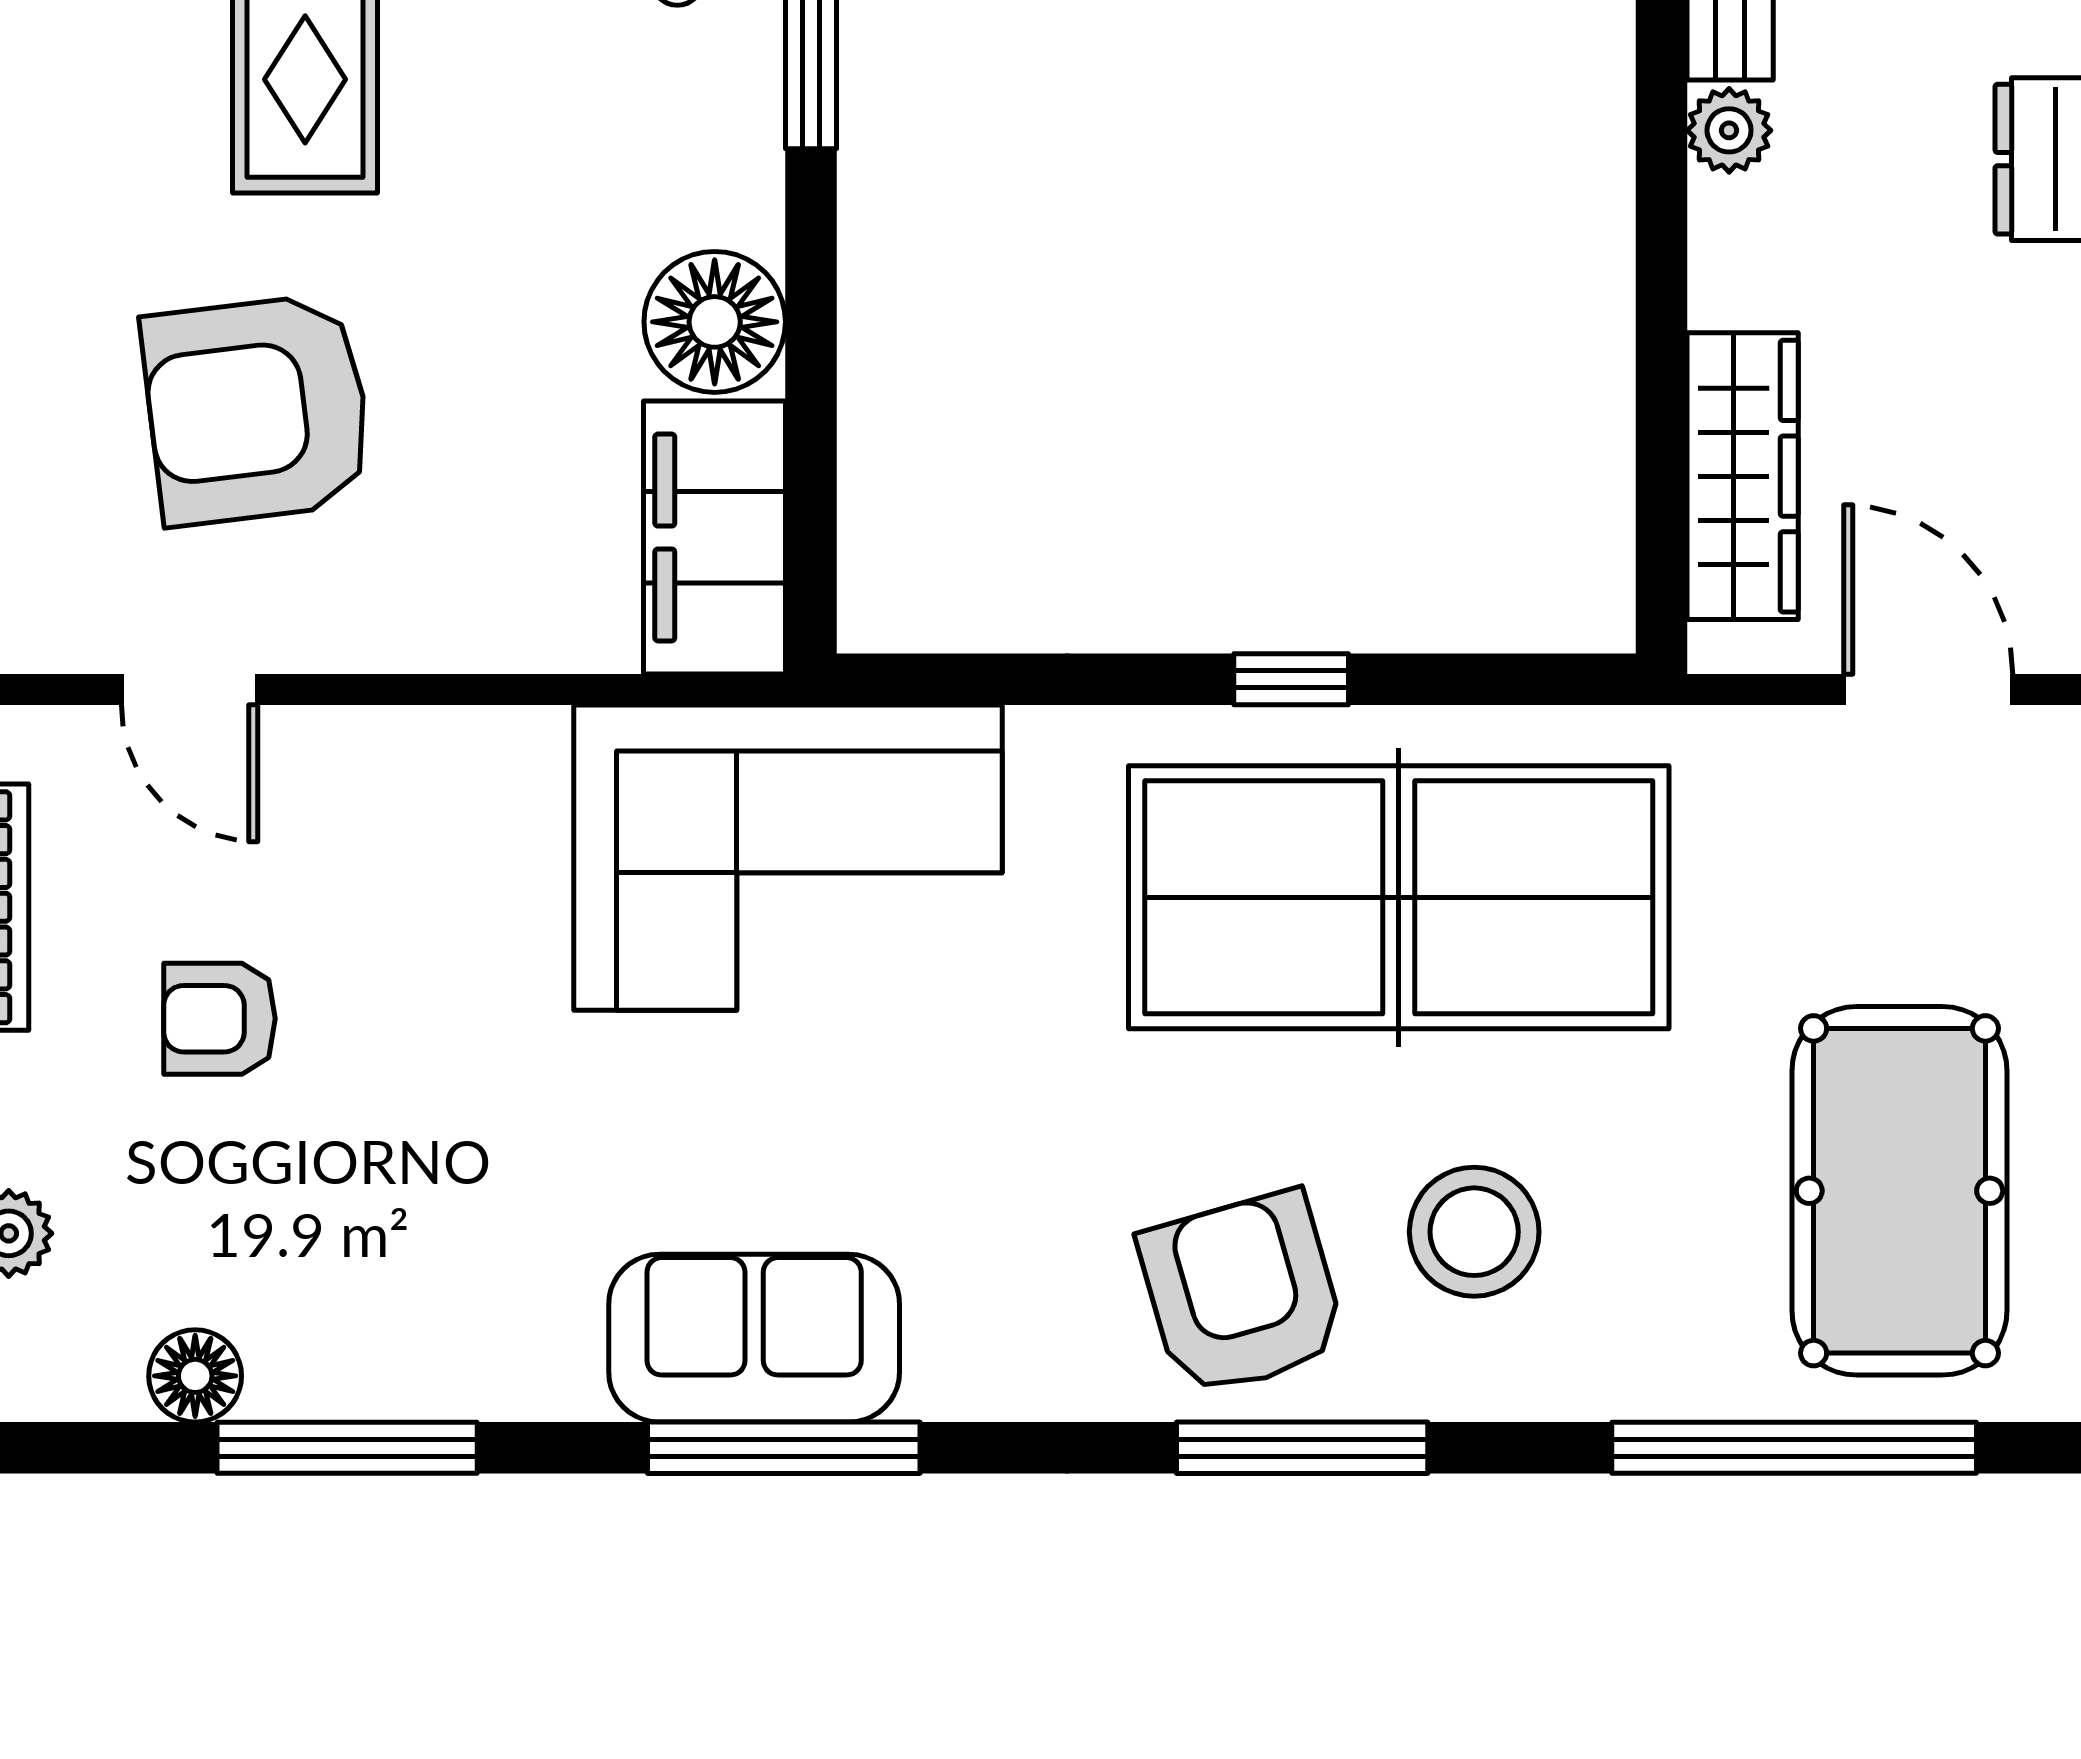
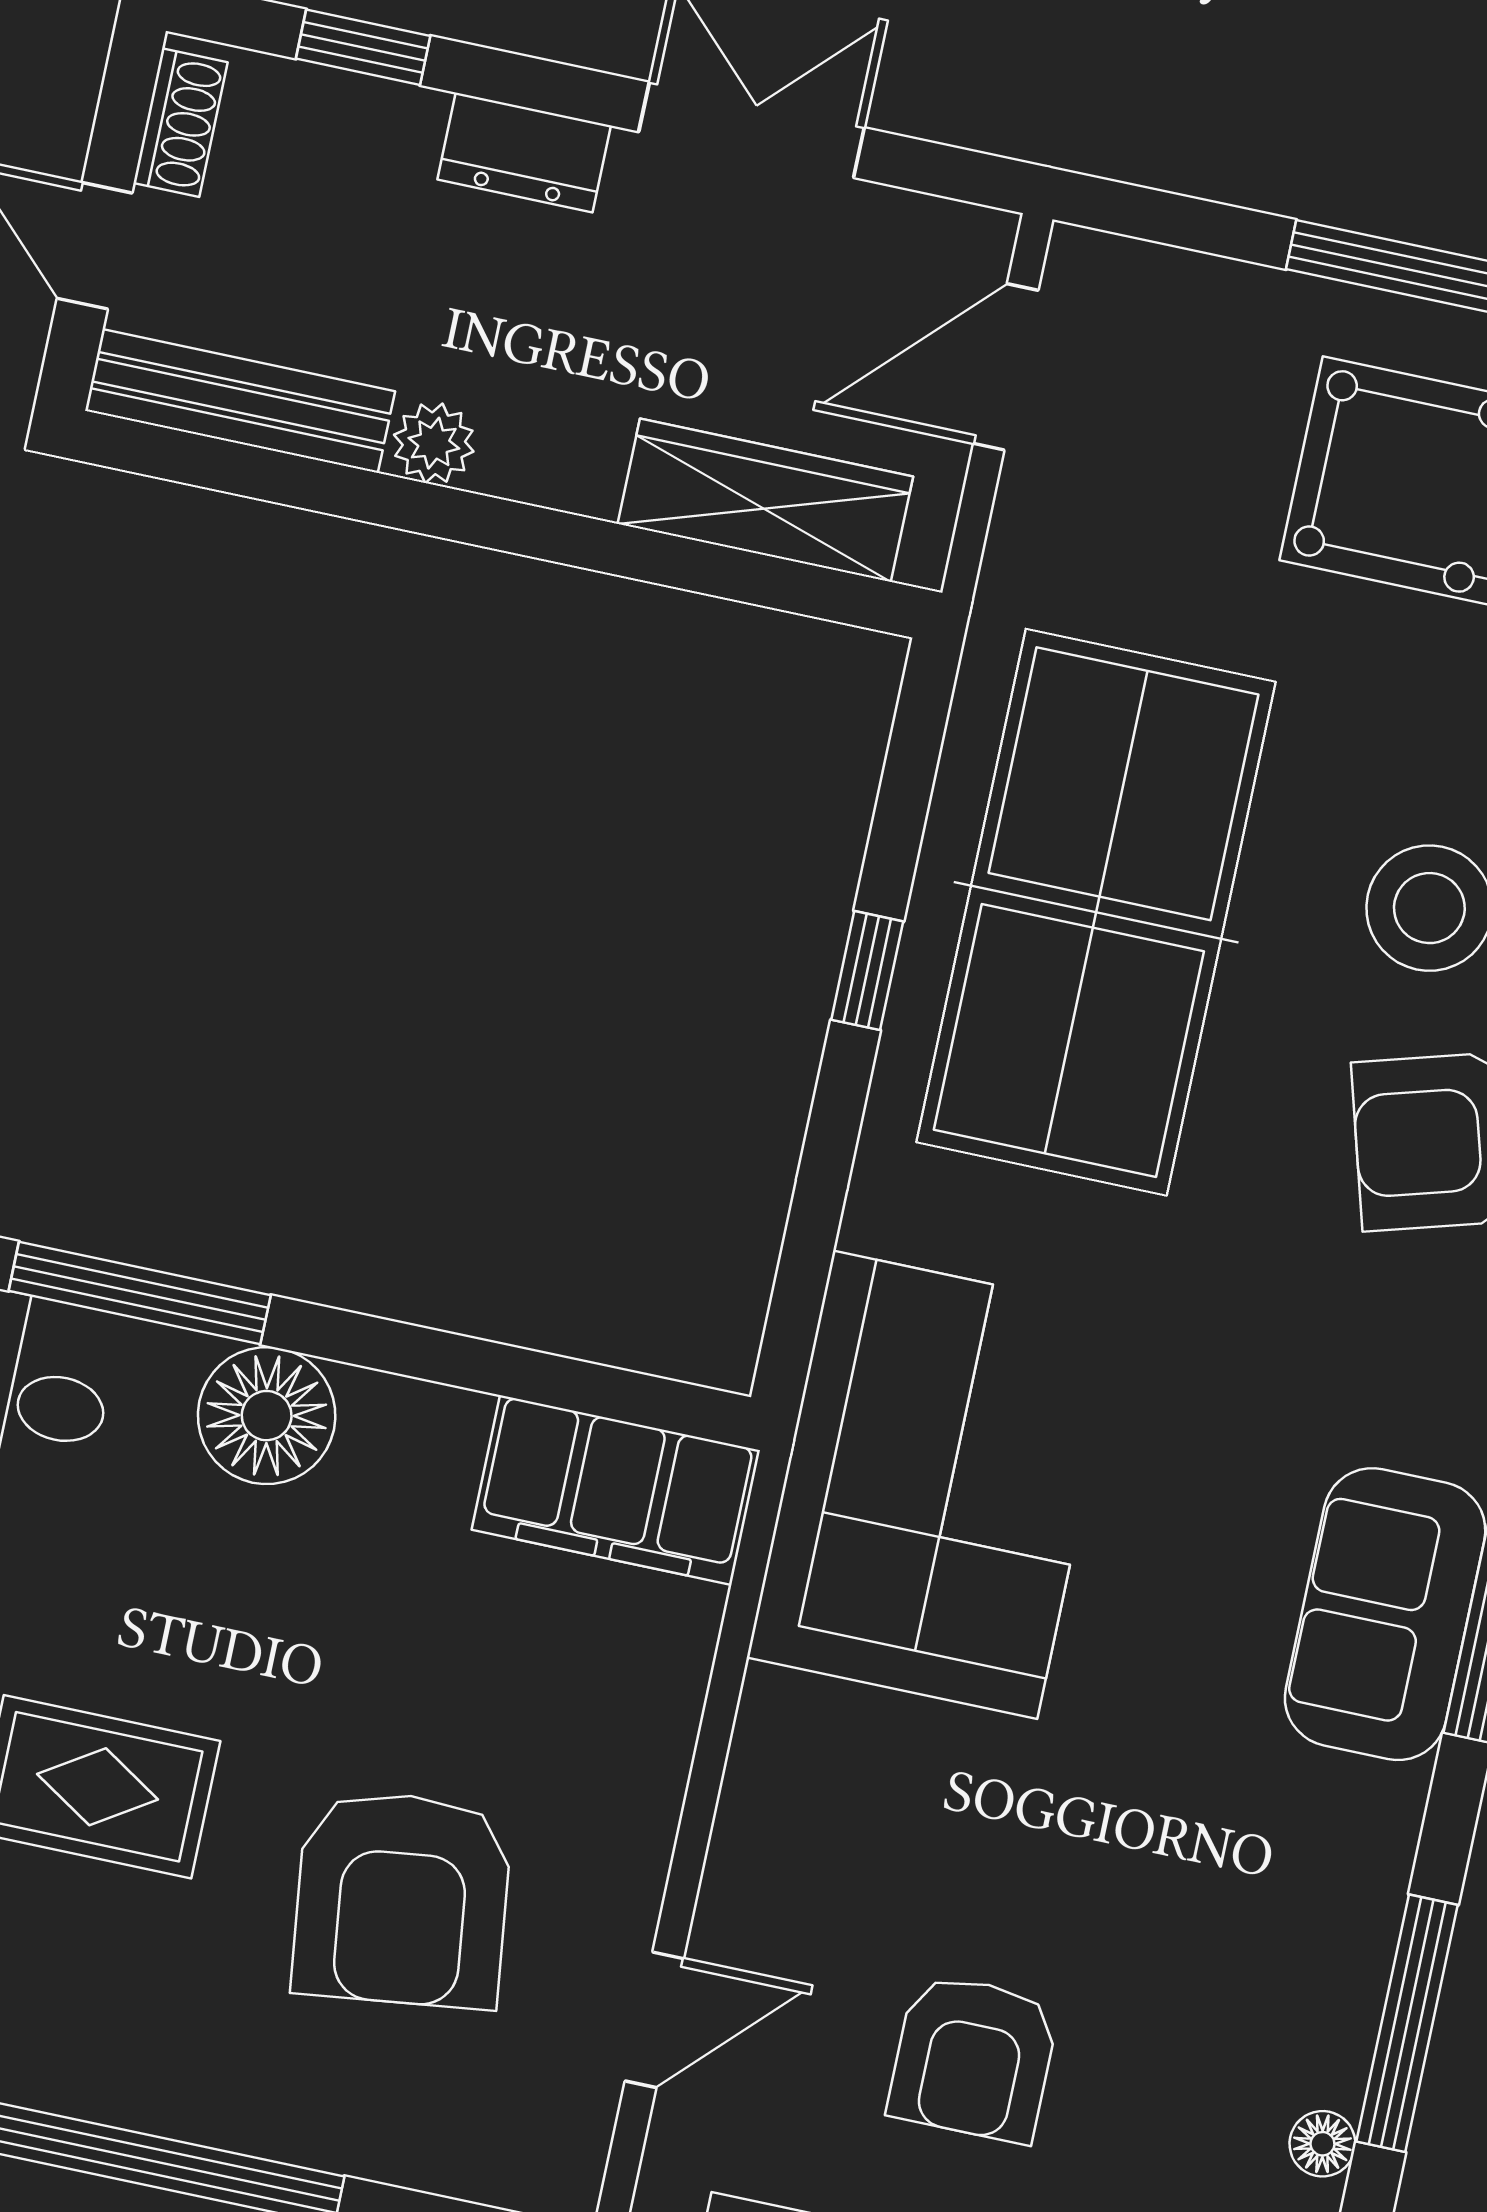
floor lamp: (715, 322) -> (267, 1416), moved
armchair: (220, 1019) -> (973, 2058), width x1.38, depth x1.38
floor lamp: (195, 1376) -> (1322, 2144), width x0.73, depth x0.73

